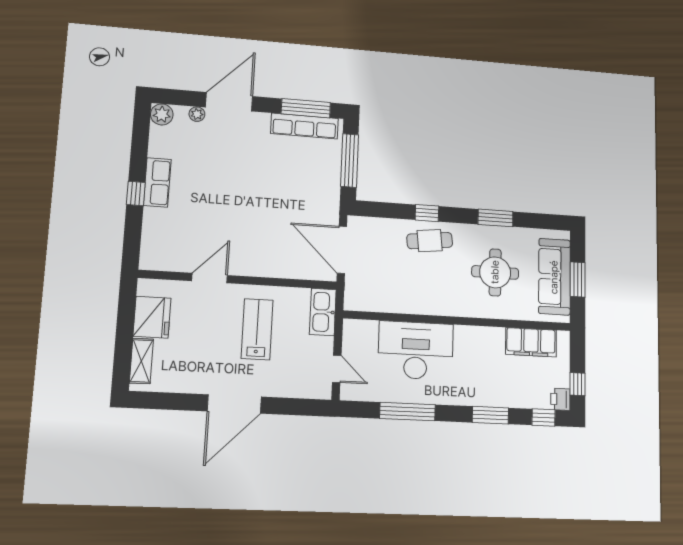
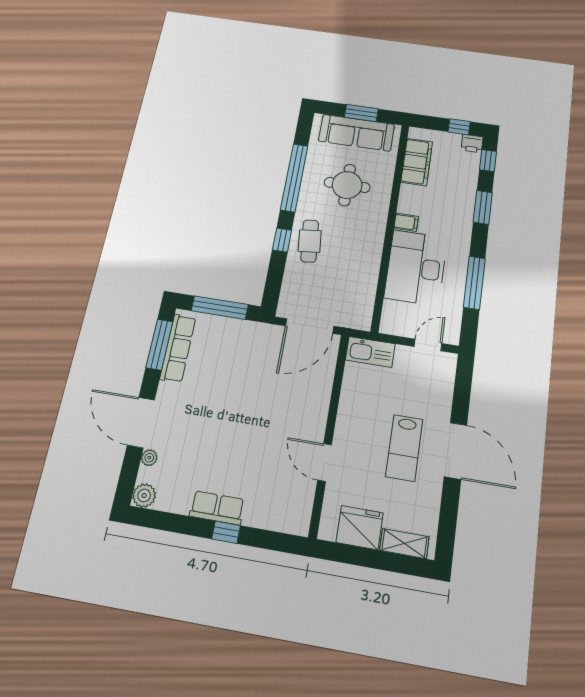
window: (496, 218) -> (294, 178), width x2.11
lab bench: (257, 329) -> (404, 448), moved, turned -90
filing cabinet: (463, 337) -> (406, 222), added

